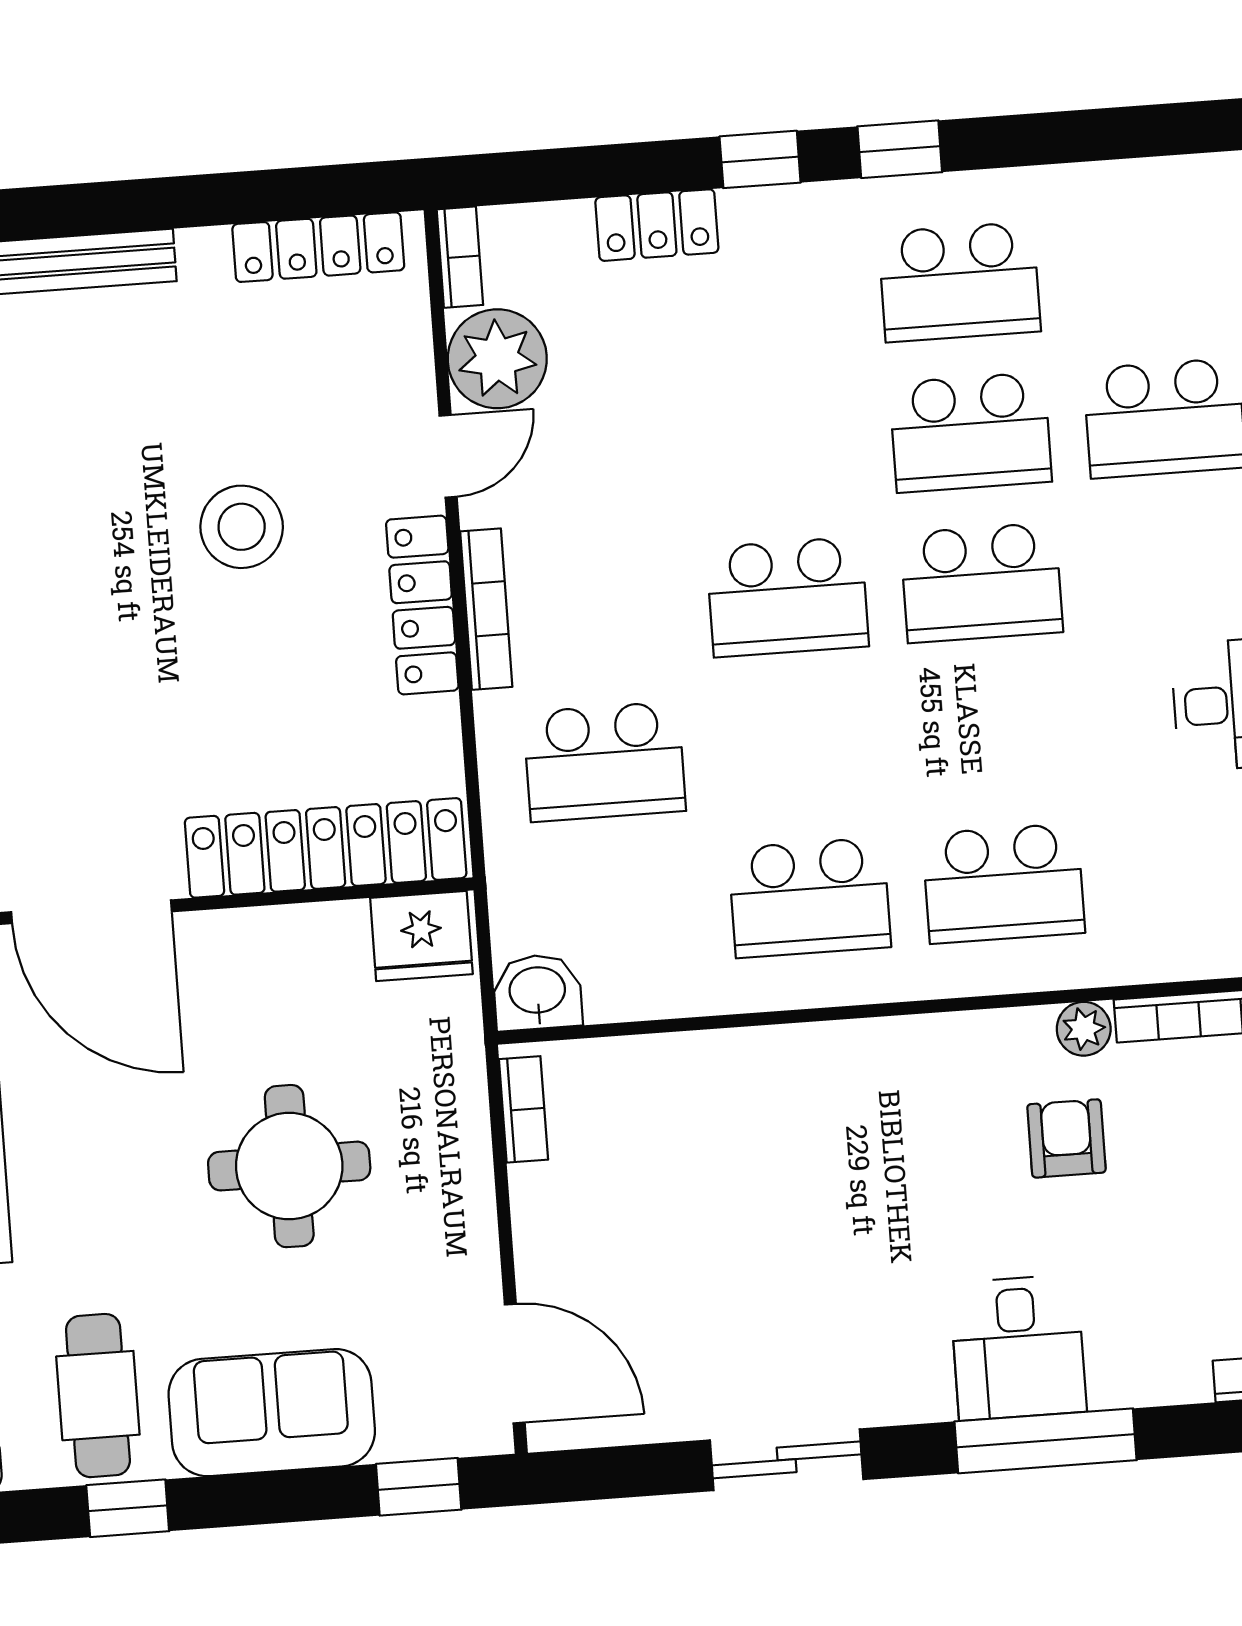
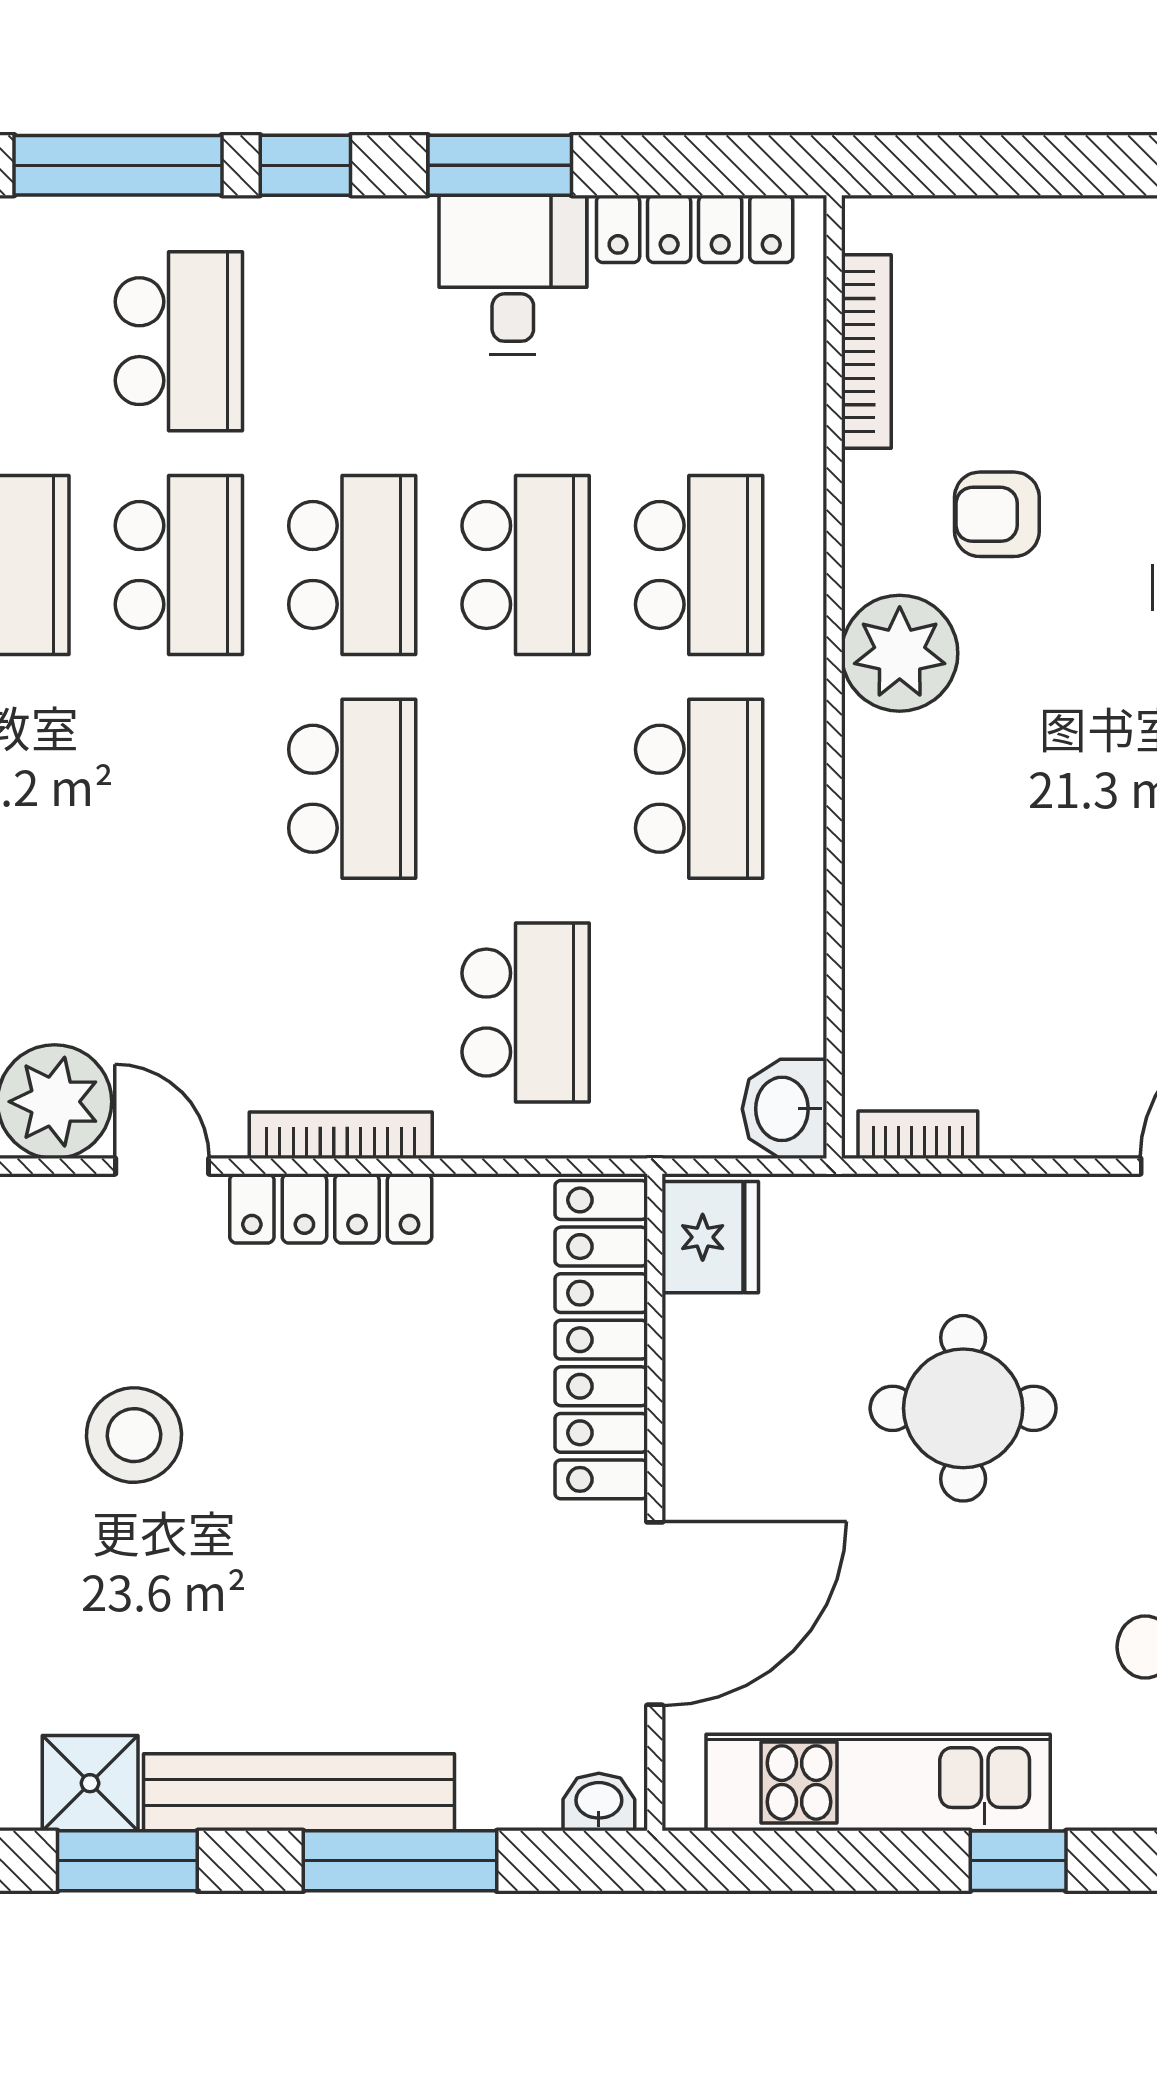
stool: (242, 527) -> (134, 1435), moved
school desk: (993, 733) -> (526, 565), added
plant: (1084, 1029) -> (900, 653), moved, width x1.88, depth x1.88

